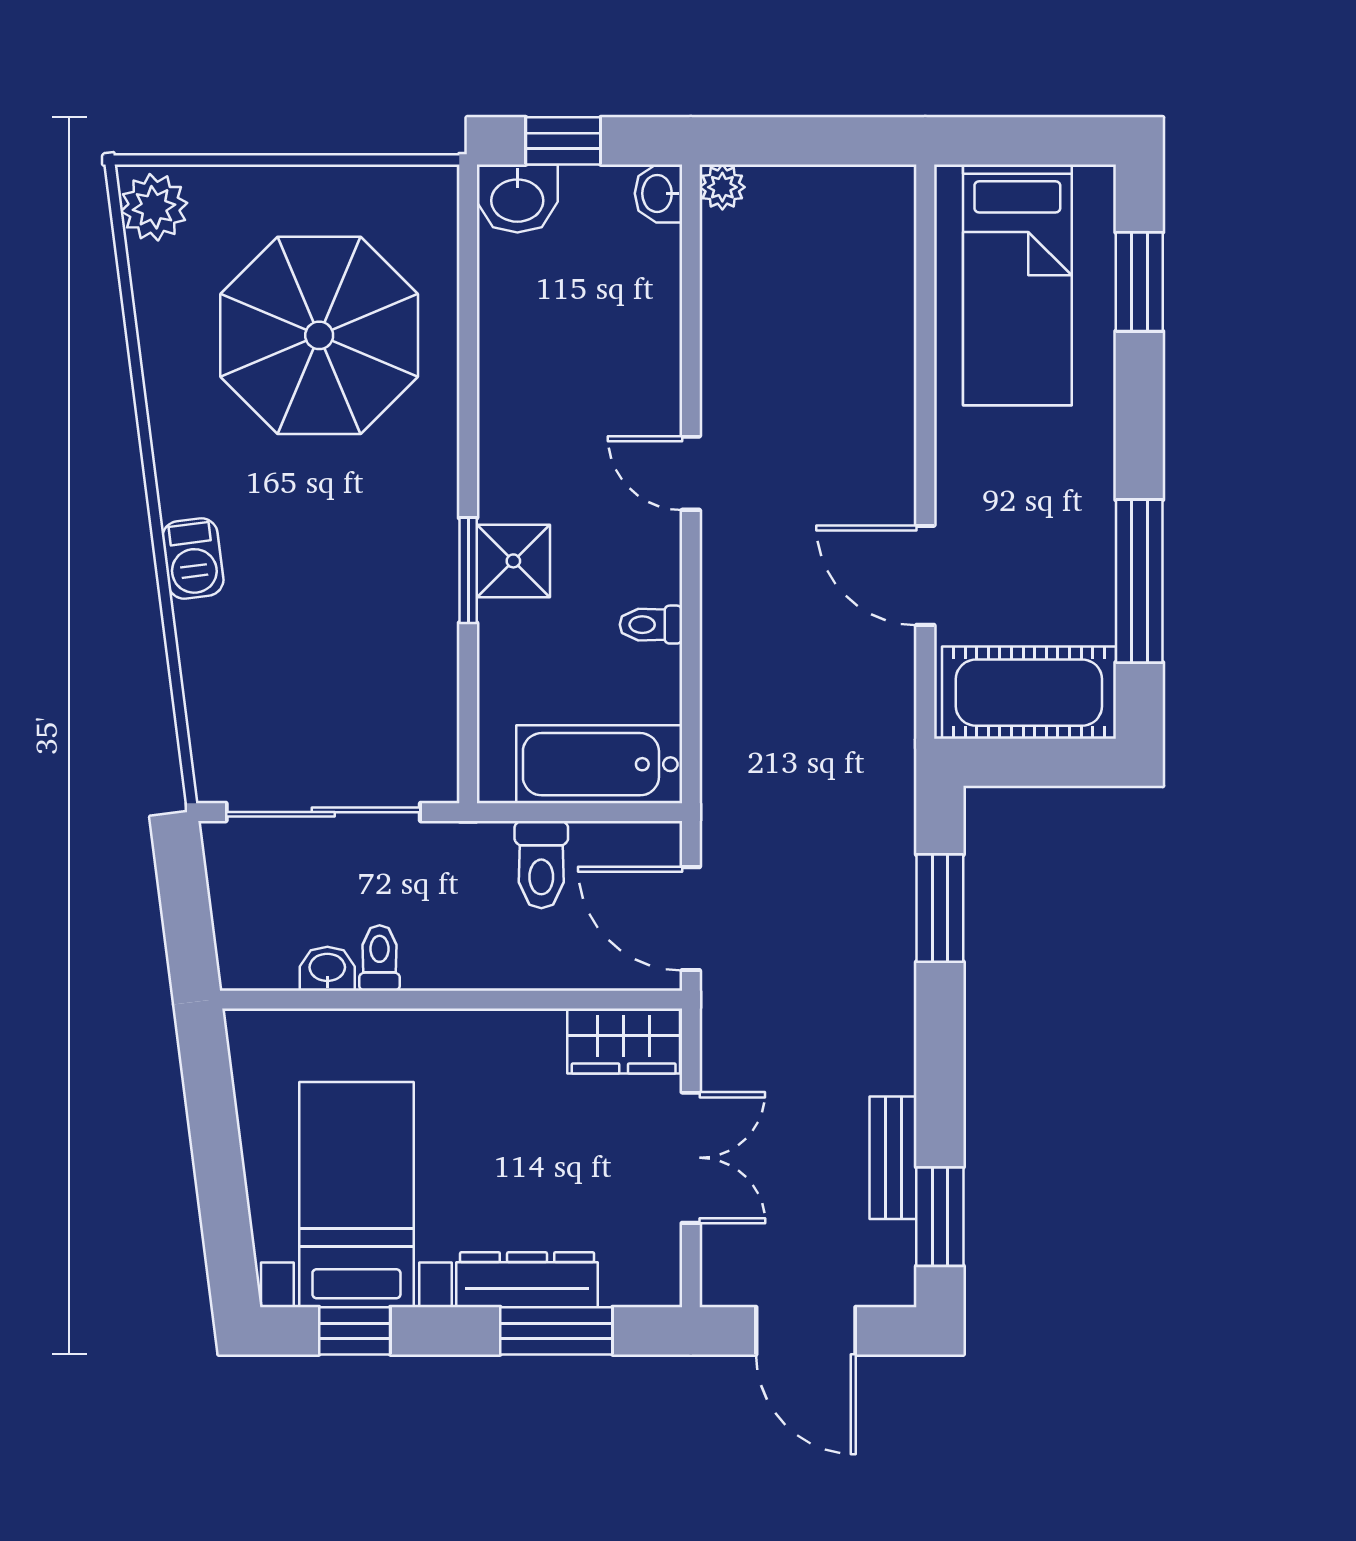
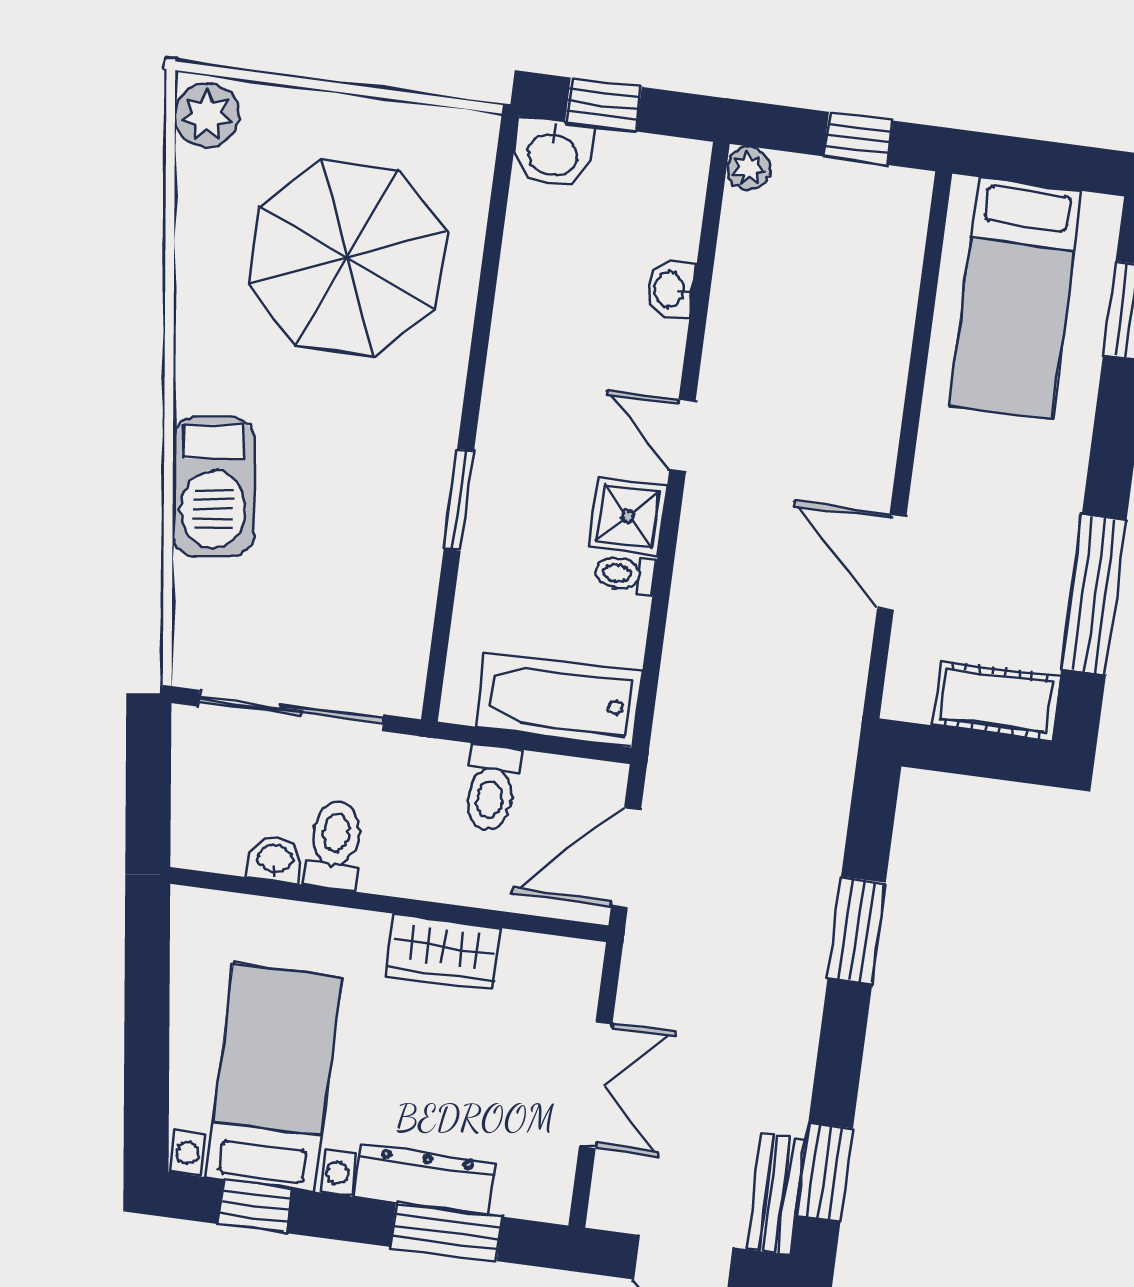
window: (832, 141) -> (858, 138), added
washbasin: (658, 193) -> (671, 289), moved
barbecue: (193, 559) -> (213, 487), width x1.88, depth x1.53
shower: (513, 561) -> (628, 516), moved
cot: (1029, 693) -> (996, 701), width x0.73, depth x0.75
window: (940, 908) -> (857, 930), moved
door: (691, 919) -> (626, 858), hinge flipped
toilet: (380, 958) -> (335, 845), width x1.37, depth x1.39
wardrobe: (624, 1041) -> (443, 952), moved
bench: (893, 1158) -> (776, 1194), moved

